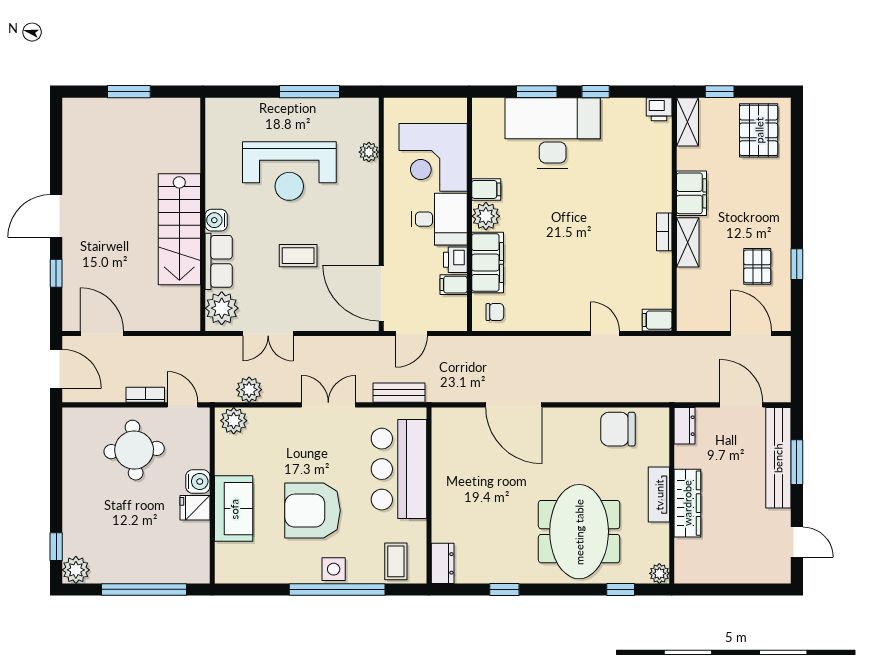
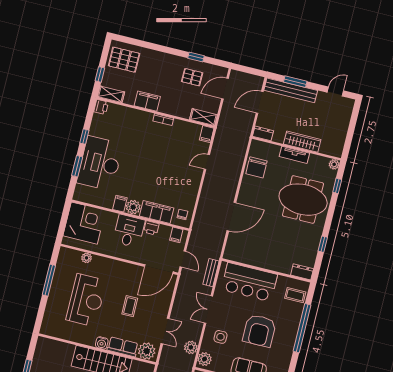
corner desk: (433, 157) -> (84, 223), moved, turned -90
shelving: (688, 242) -> (204, 117), moved
filing cabinet: (454, 285) -> (176, 235), moved
side table: (334, 569) -> (220, 337), moved

